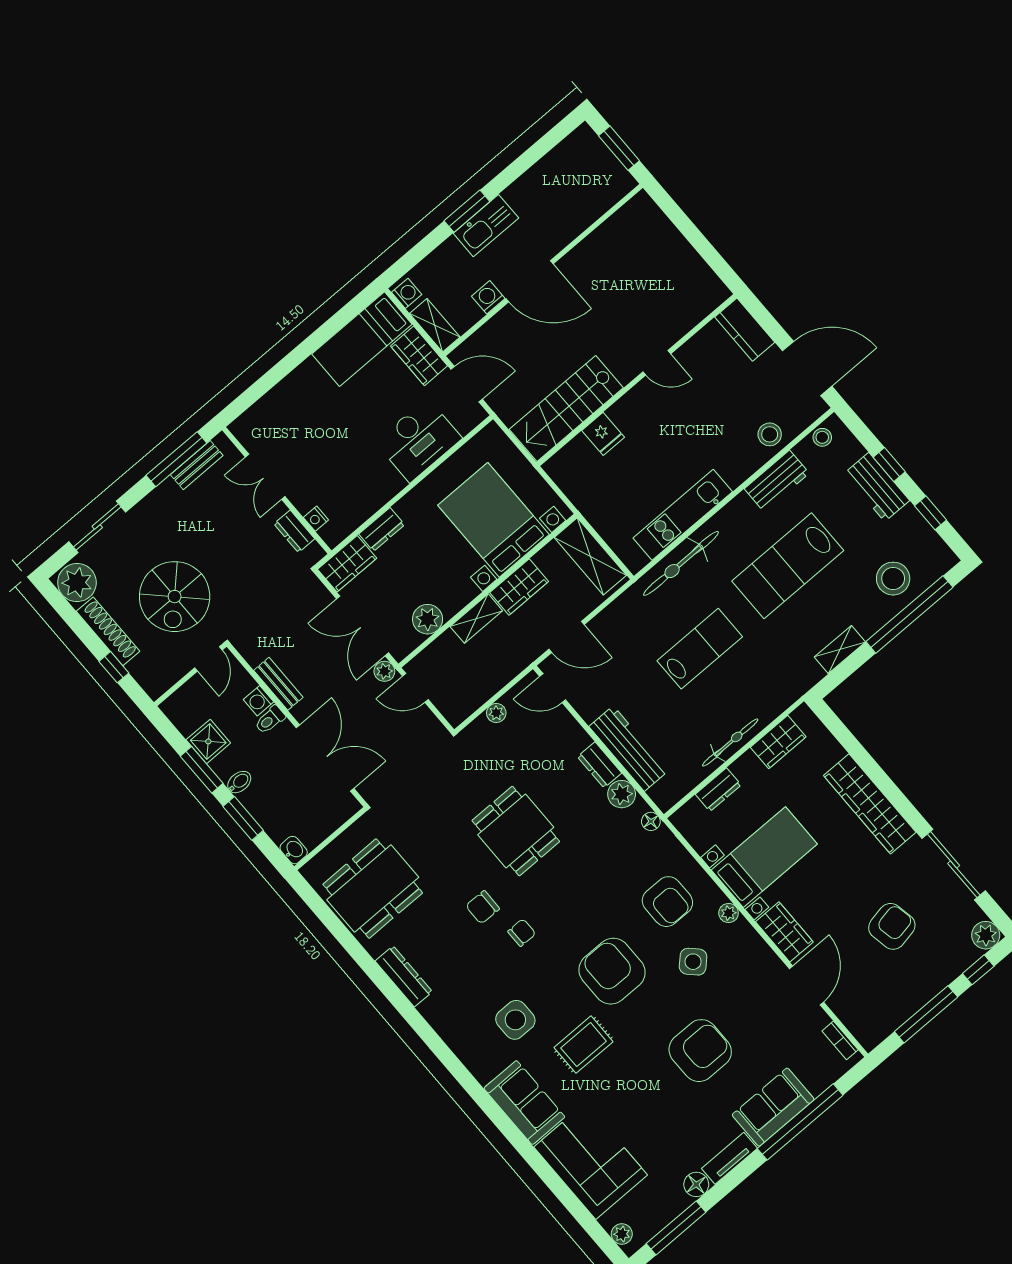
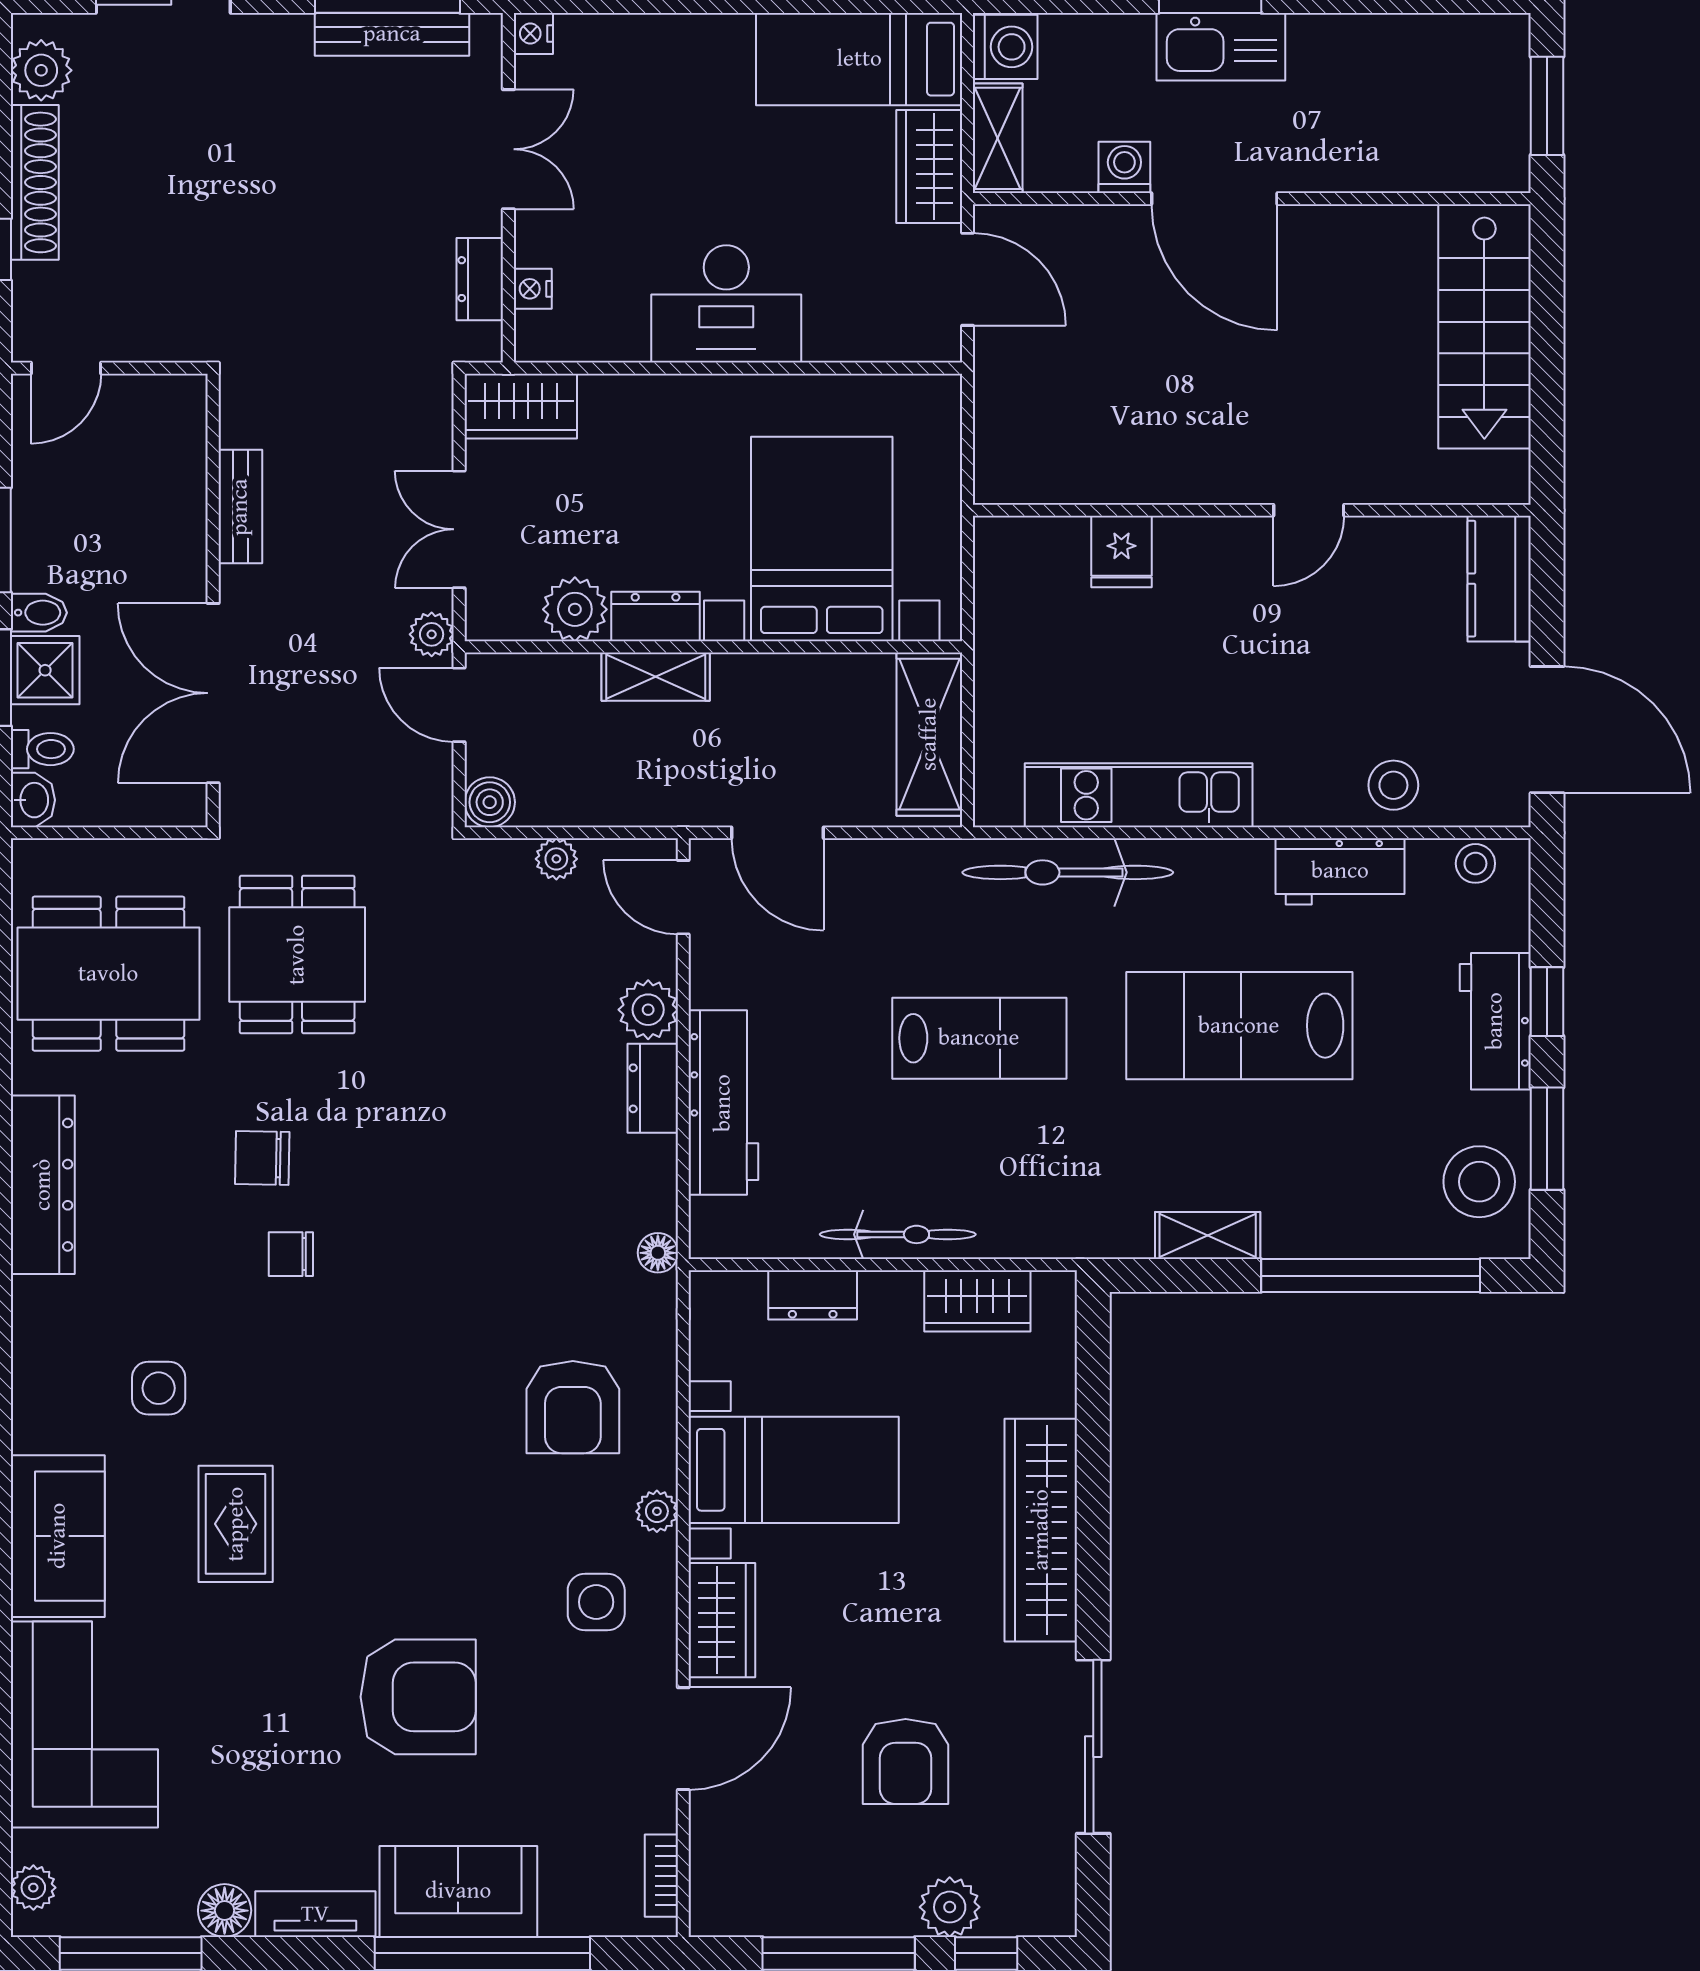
washing machine: (407, 293) -> (1005, 47), width x1.38, depth x1.38
door: (657, 363) -> (1309, 510), hinge flipped
stairs: (566, 409) -> (1484, 326), moved, turned -90
nightstand: (239, 428) -> (533, 33), added
desk: (419, 440) -> (726, 304), moved
bench: (197, 465) -> (392, 34), width x1.36
double door: (265, 477) -> (508, 149), swing flipped
window: (930, 513) -> (1547, 1139), width x1.50
dresser: (382, 529) -> (656, 617), moved, turned 180
stool: (893, 579) -> (1479, 1182), moved
plant: (77, 583) -> (41, 70), width x0.73, depth x0.73
wardrobe: (519, 587) -> (770, 685), removed
spiral stairs: (175, 597) -> (192, 219), removed
double door: (363, 626) -> (459, 529), width x0.73
door: (208, 659) -> (66, 368), moved
washing machine: (258, 701) -> (184, 506), removed
boiler: (456, 713) -> (490, 802), added
toilet: (270, 720) -> (42, 749), moved, turned 180
shower: (208, 741) -> (45, 670), moved
double door: (325, 758) -> (213, 693), swing flipped
plant: (622, 794) -> (648, 1010), moved
dining table: (516, 831) -> (297, 955), moved
armchair: (892, 926) -> (906, 1761), turned 101
chair: (522, 933) -> (291, 1254), turned 180
plant: (986, 935) -> (950, 1907), moved
side table: (693, 962) -> (596, 1602), moved, turned 45
armchair: (612, 971) -> (385, 1444), removed
dresser: (404, 976) -> (43, 1185), width x1.37, depth x1.24
side table: (515, 1020) -> (159, 1388), width x0.73, depth x0.73
rug: (584, 1045) -> (236, 1524), turned 90

